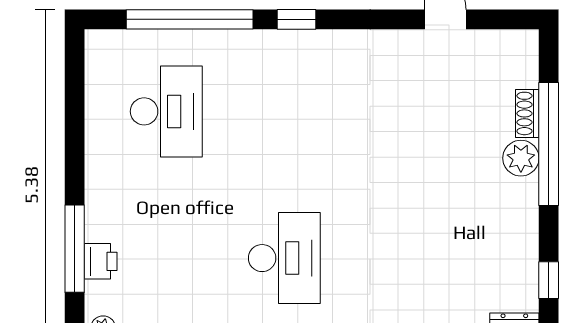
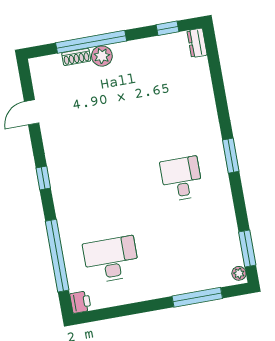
window: (297, 19) -> (43, 178), moved
desk: (284, 258) -> (182, 179), width x0.73
printer: (101, 261) -> (80, 302), moved, turned 90

